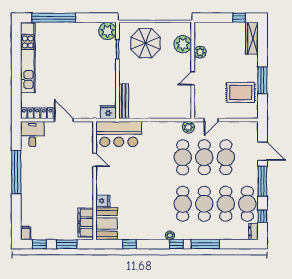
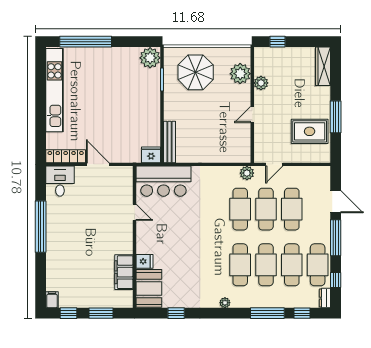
window: (239, 18) -> (277, 42), moved
filing cabinet: (86, 223) -> (124, 272), moved
window: (176, 244) -> (302, 313), moved

